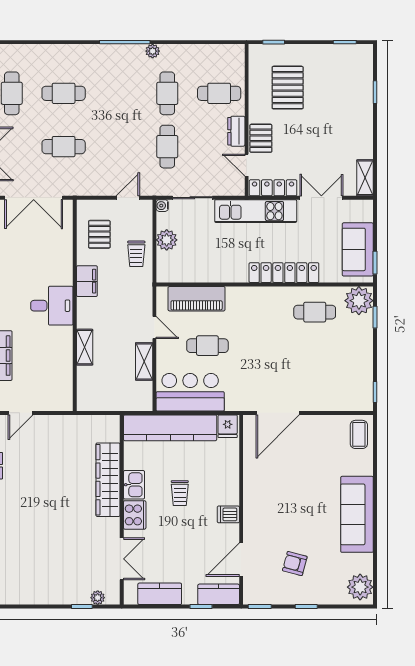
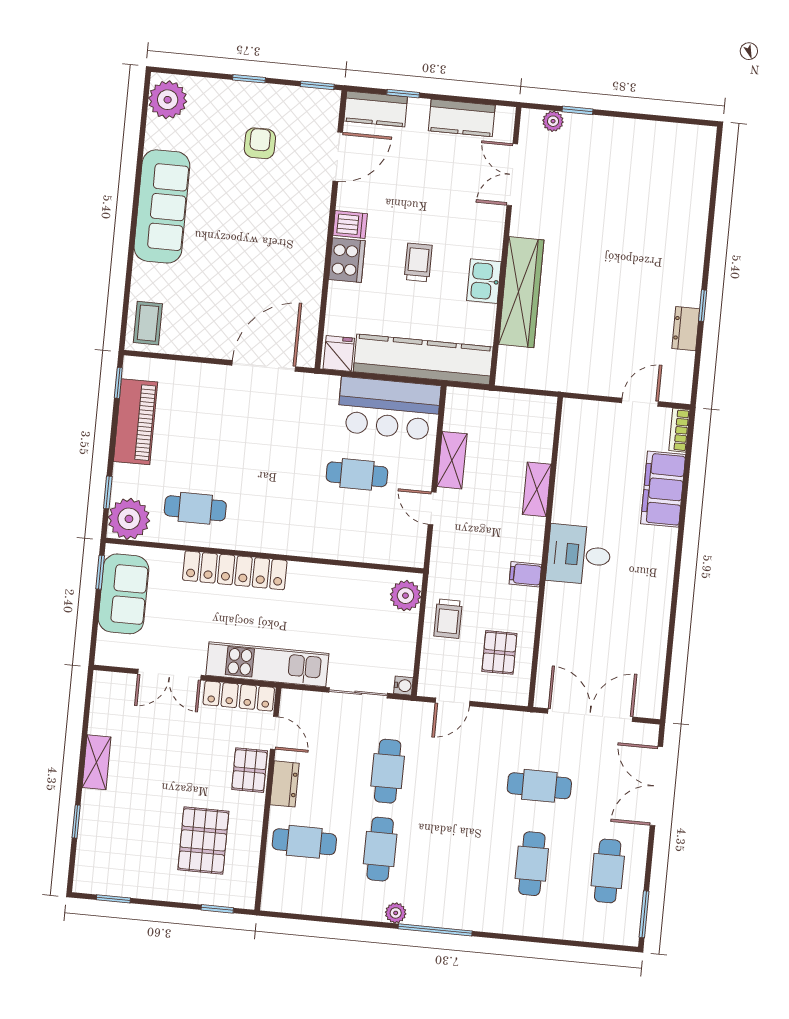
cafe table: (64, 93) -> (532, 864), turned 90
shelving: (365, 178) -> (97, 762), moved
plant: (167, 240) -> (405, 596), moved
trolley: (136, 254) -> (448, 619), turned 180
filing cabinet: (87, 281) -> (525, 574), width x0.50
piano: (197, 299) -> (135, 422), moved, turned 90
cooker: (135, 515) -> (347, 260), moved, turned 180
armchair: (295, 564) -> (260, 143), turned -105

